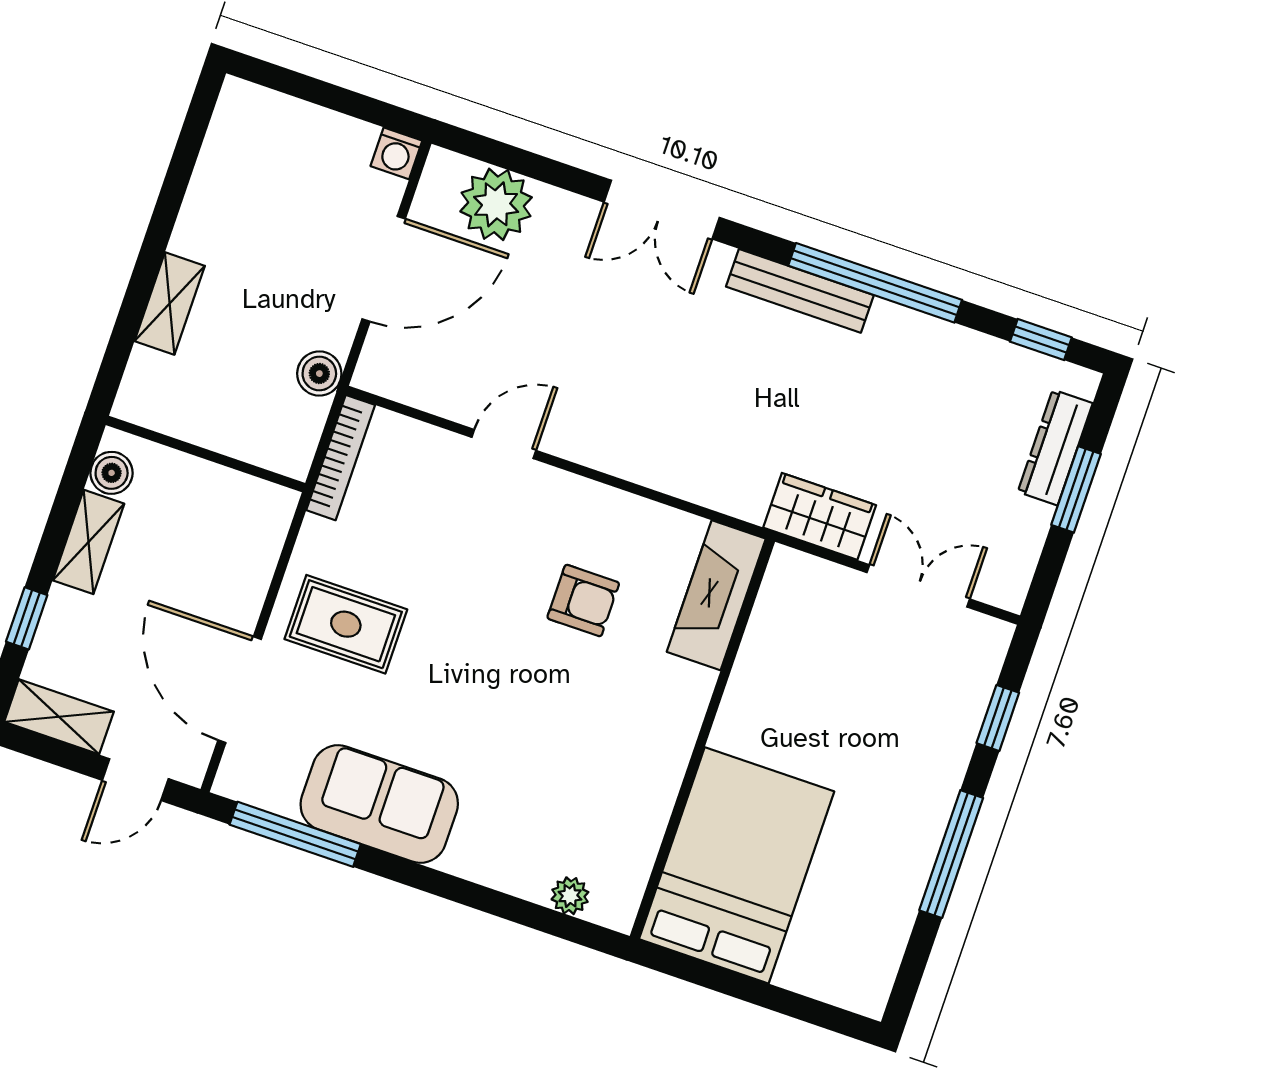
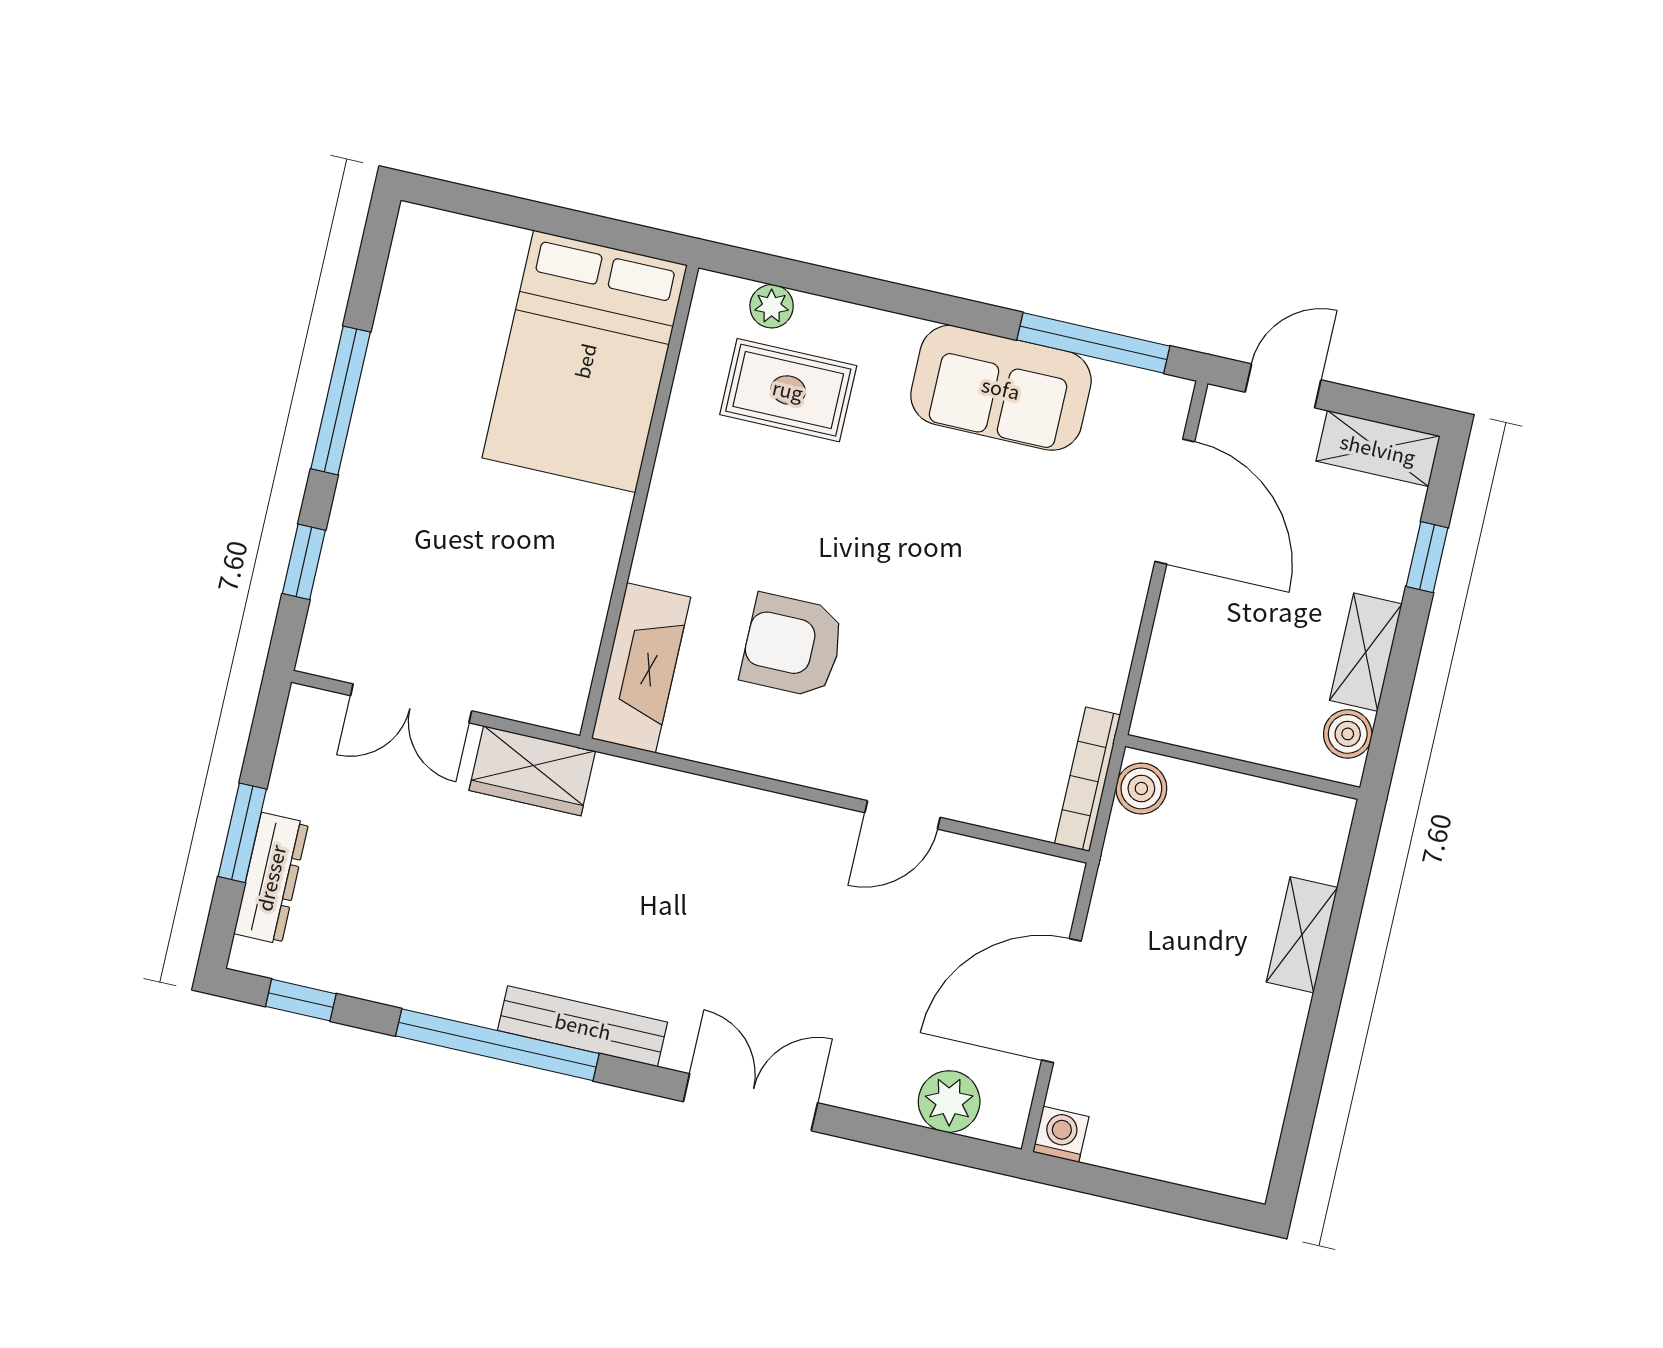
plant: (496, 204) -> (949, 1102), width x0.73, depth x0.73
boiler: (319, 374) -> (1141, 788), moved
armchair: (583, 601) -> (793, 646), width x1.38, depth x1.38
rug: (346, 624) -> (788, 390), moved

